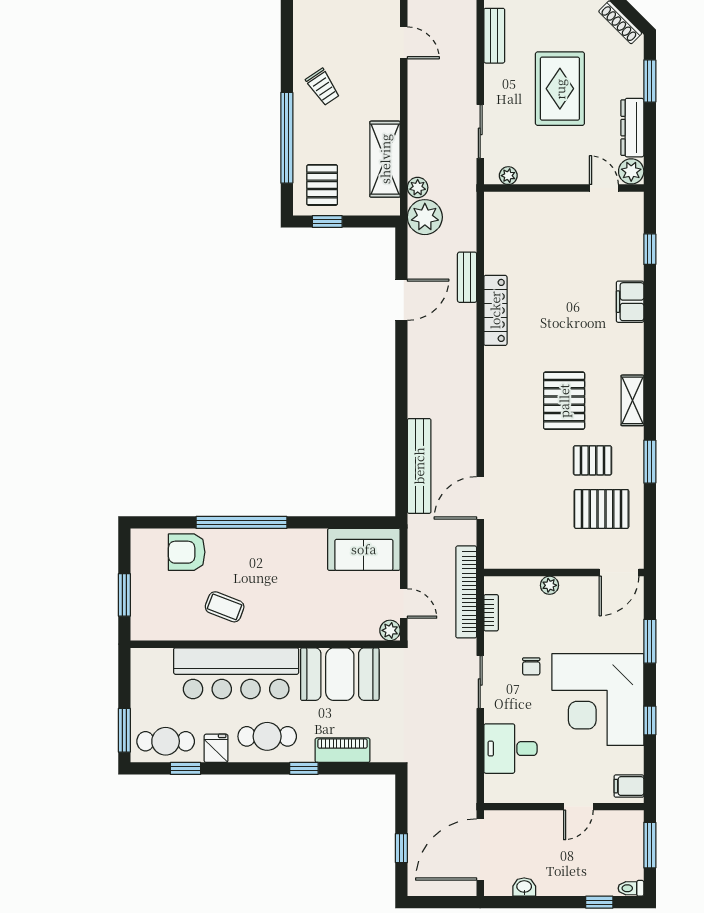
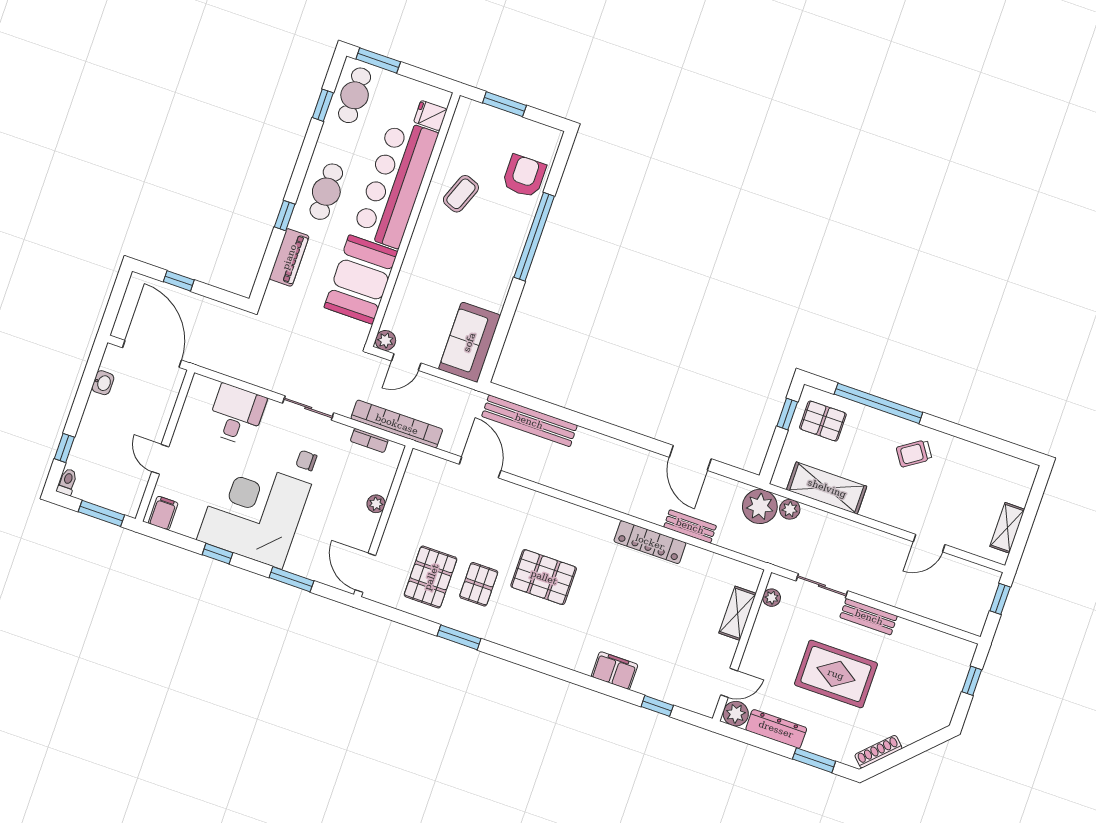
bench: (494, 36) -> (869, 617), moved
shelving: (632, 400) -> (737, 613), moved, turned 90
fridge: (216, 748) -> (430, 116), moved, turned 180

